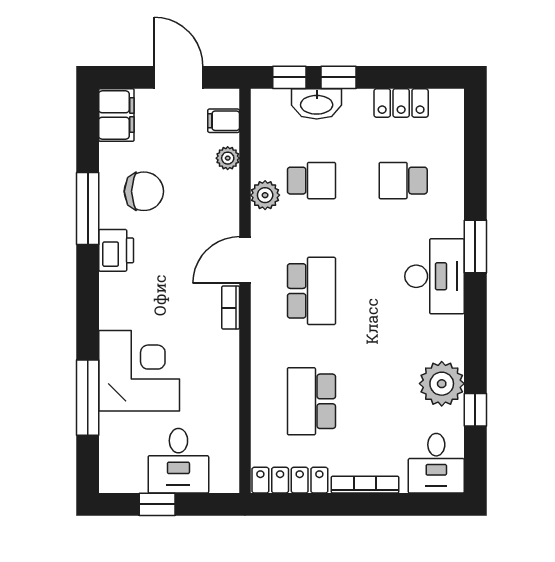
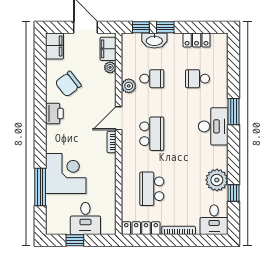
filing cabinet: (224, 121) -> (108, 49), width x2.00
chair: (144, 191) -> (68, 84), turned 142
window: (88, 208) -> (40, 93), removed

